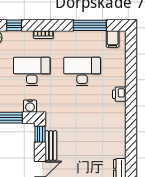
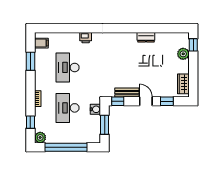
window: (90, 25) -> (30, 61), width x0.69

